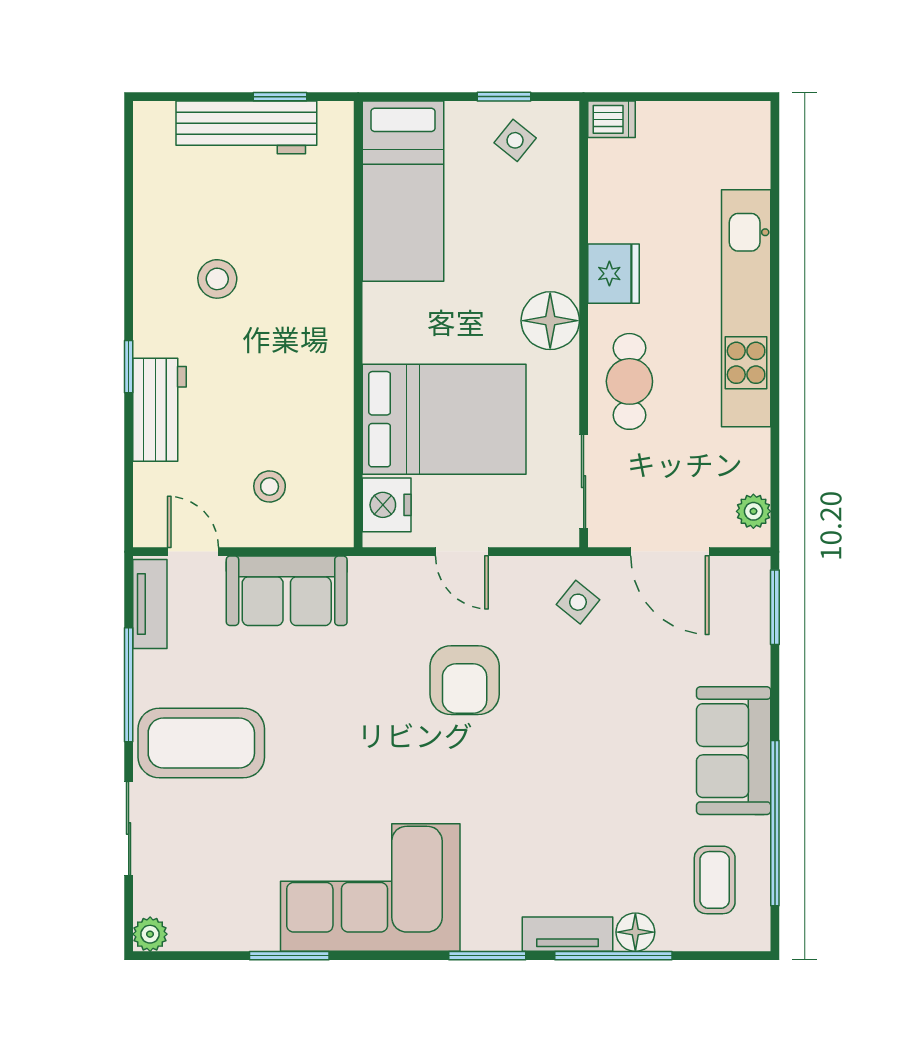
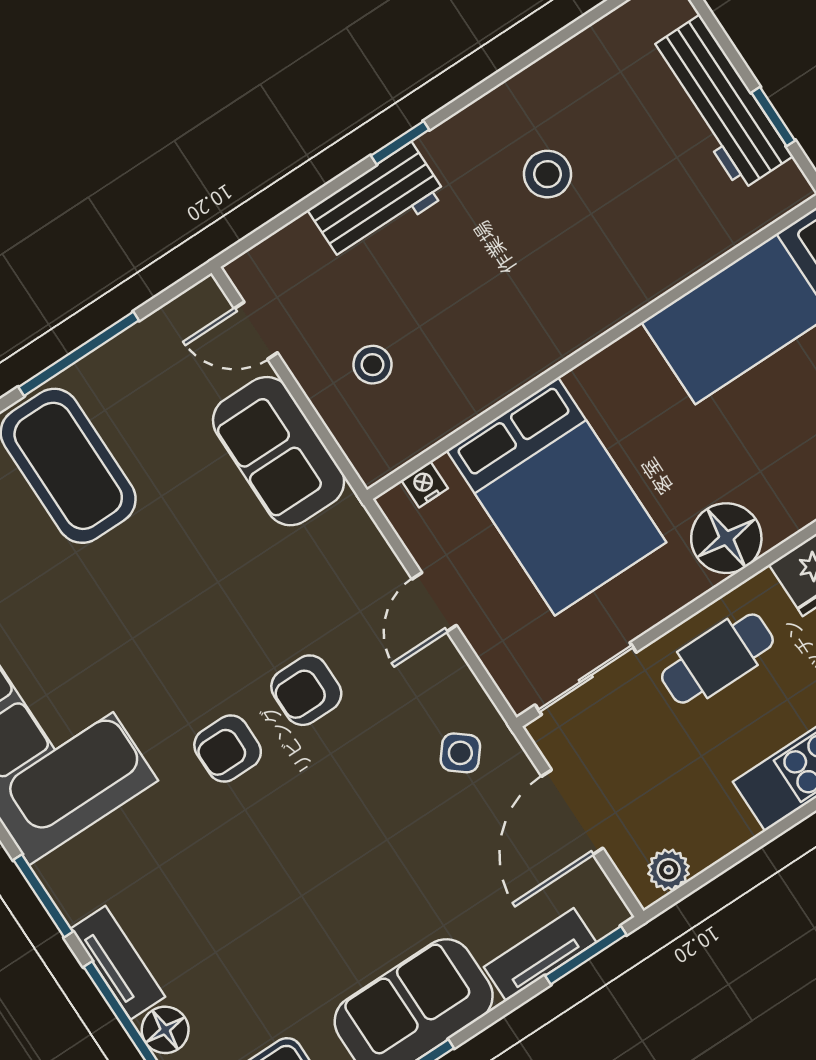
nightstand: (387, 505) -> (425, 484), width x0.53, depth x0.56
door: (193, 552) -> (256, 331), swing flipped
tv unit: (150, 604) -> (540, 955), moved, turned 180
armchair: (465, 680) -> (306, 690), width x0.72, depth x0.72
armchair: (469, 761) -> (228, 749), added

